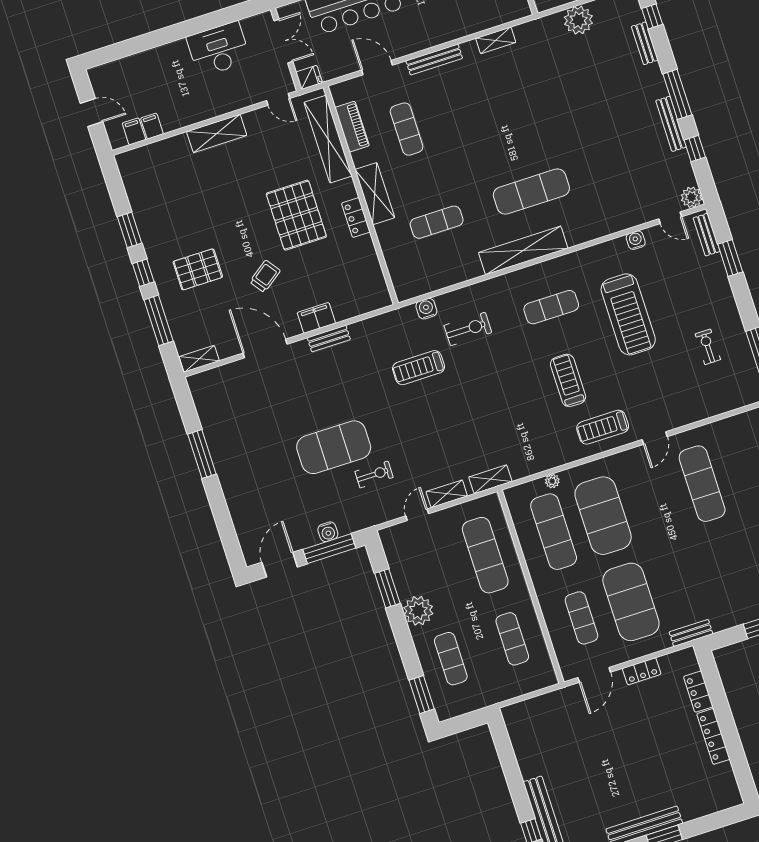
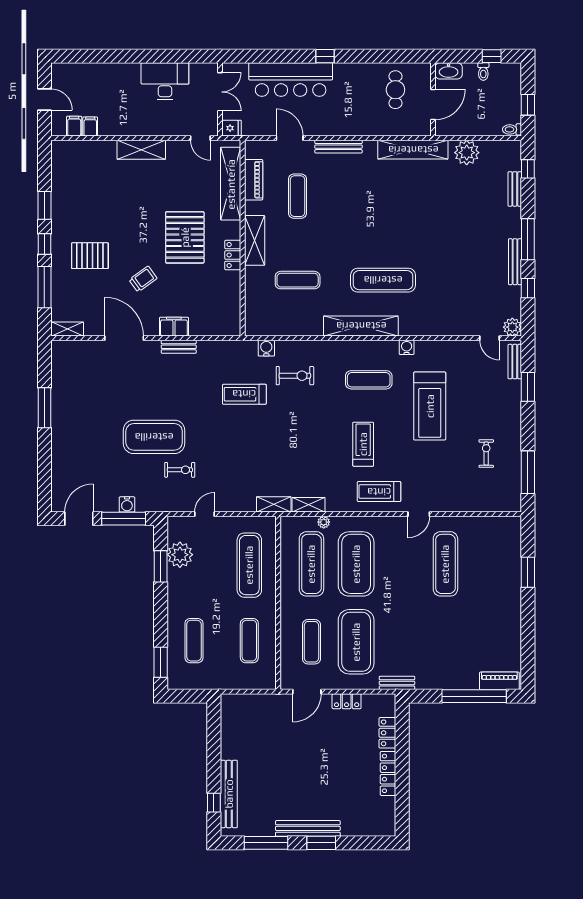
shelving: (496, 40) -> (413, 150), width x2.20, depth x1.33
water cooler: (636, 240) -> (407, 347), moved
shelving: (447, 494) -> (308, 505), moved
plant: (418, 611) -> (180, 555), moved

